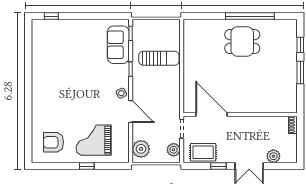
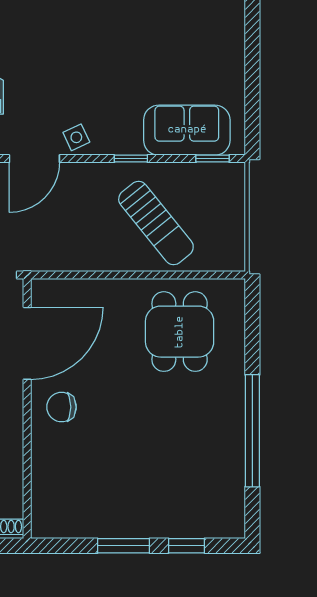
dining table: (242, 41) -> (180, 332), moved
sun lounger: (159, 58) -> (156, 223), turned -39
chair: (239, 100) -> (61, 407), added

